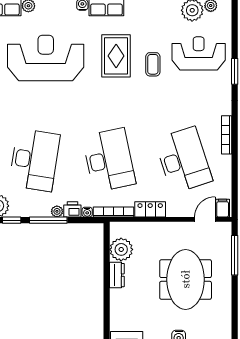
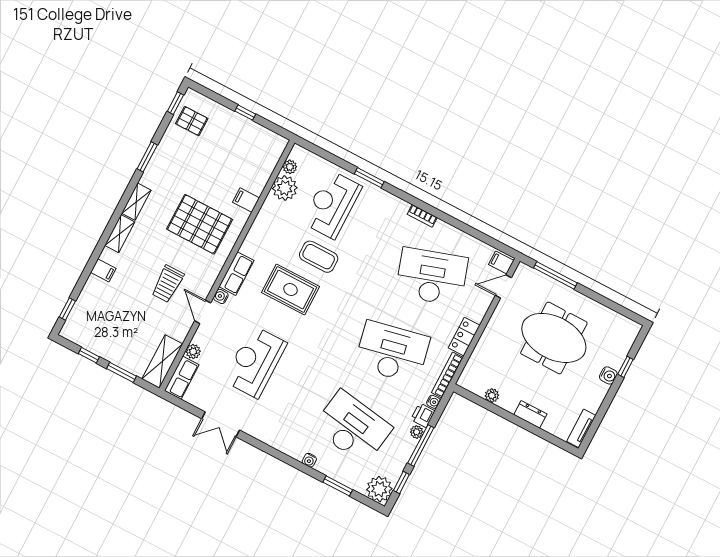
reception desk: (46, 58) -> (255, 362), width x0.74, depth x0.77
coffee table: (153, 64) -> (319, 257), width x1.36, depth x1.30
bookcase: (227, 135) -> (422, 216), width x0.64
door: (205, 219) -> (503, 287), hinge flipped
plant: (121, 249) -> (492, 395), width x0.53, depth x0.53
dresser: (117, 275) -> (530, 414), moved

